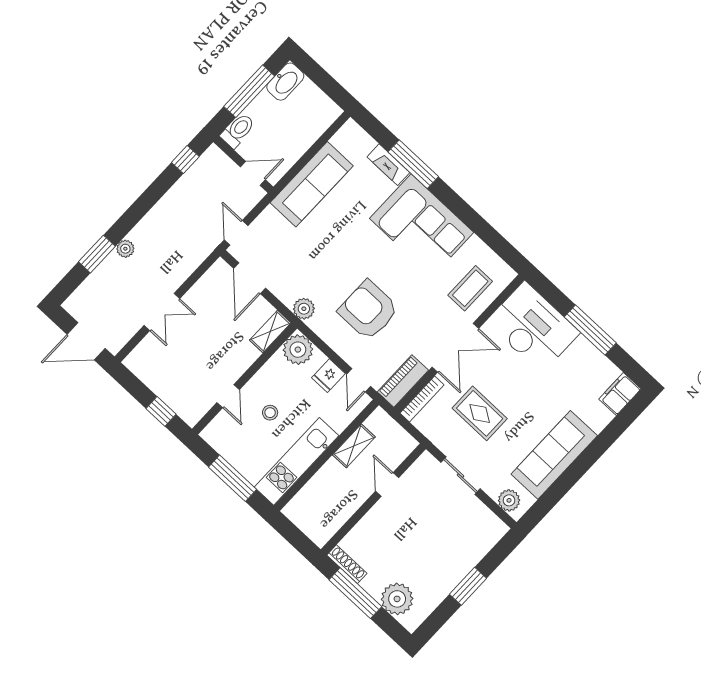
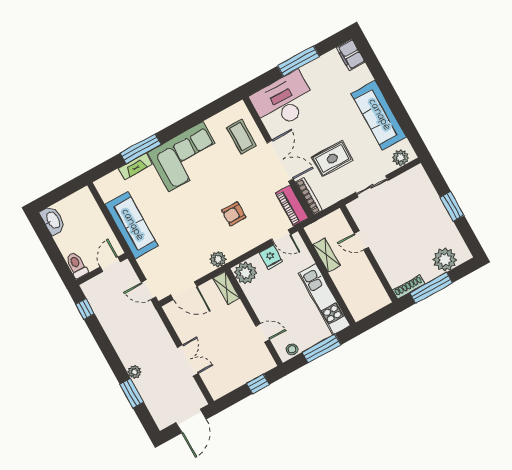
window: (249, 91) -> (51, 248), removed
armchair: (368, 310) -> (234, 214), width x0.53, depth x0.53
stool: (270, 413) -> (292, 349), moved

